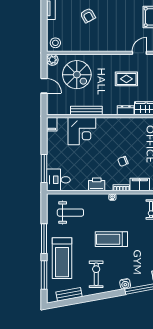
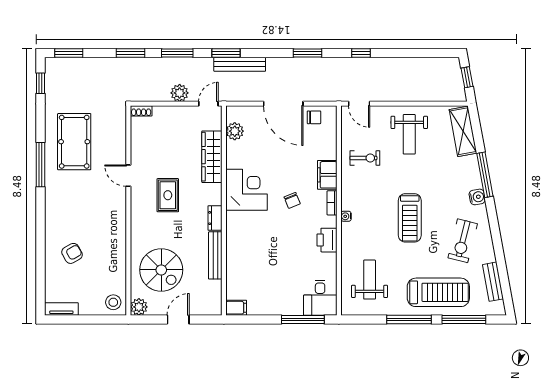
spiral stairs: (77, 75) -> (161, 270), turned 90
dresser: (126, 110) -> (215, 218), moved
corner desk: (82, 131) -> (247, 190), moved
exercise bike: (96, 274) -> (463, 241), turned -76

